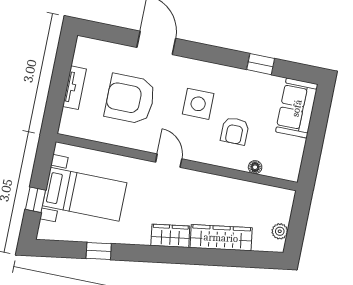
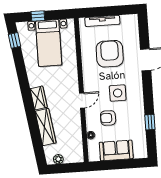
tv unit: (75, 88) -> (102, 21), width x1.41
sofa: (297, 108) -> (116, 150), moved
door: (169, 161) -> (82, 100), moved
window: (99, 251) -> (14, 40), moved

